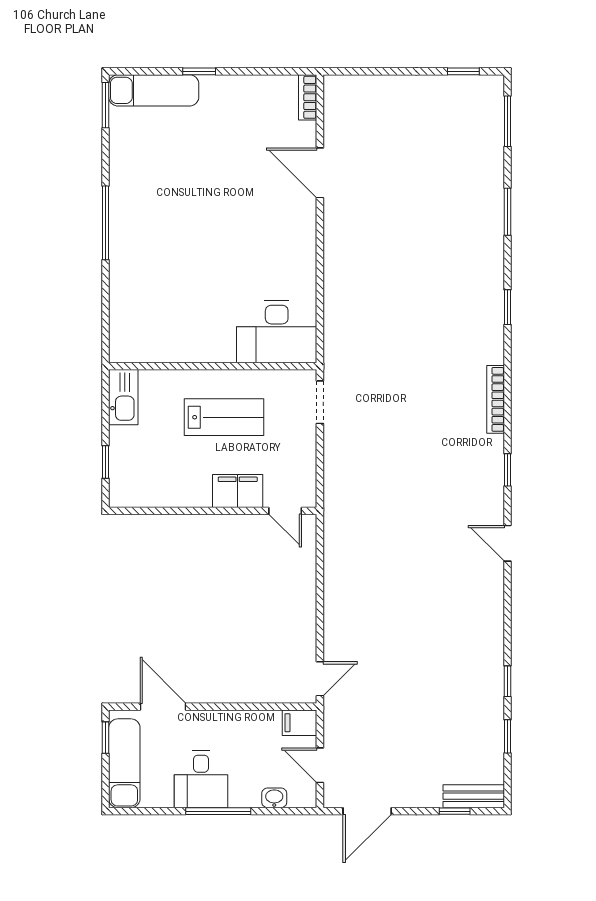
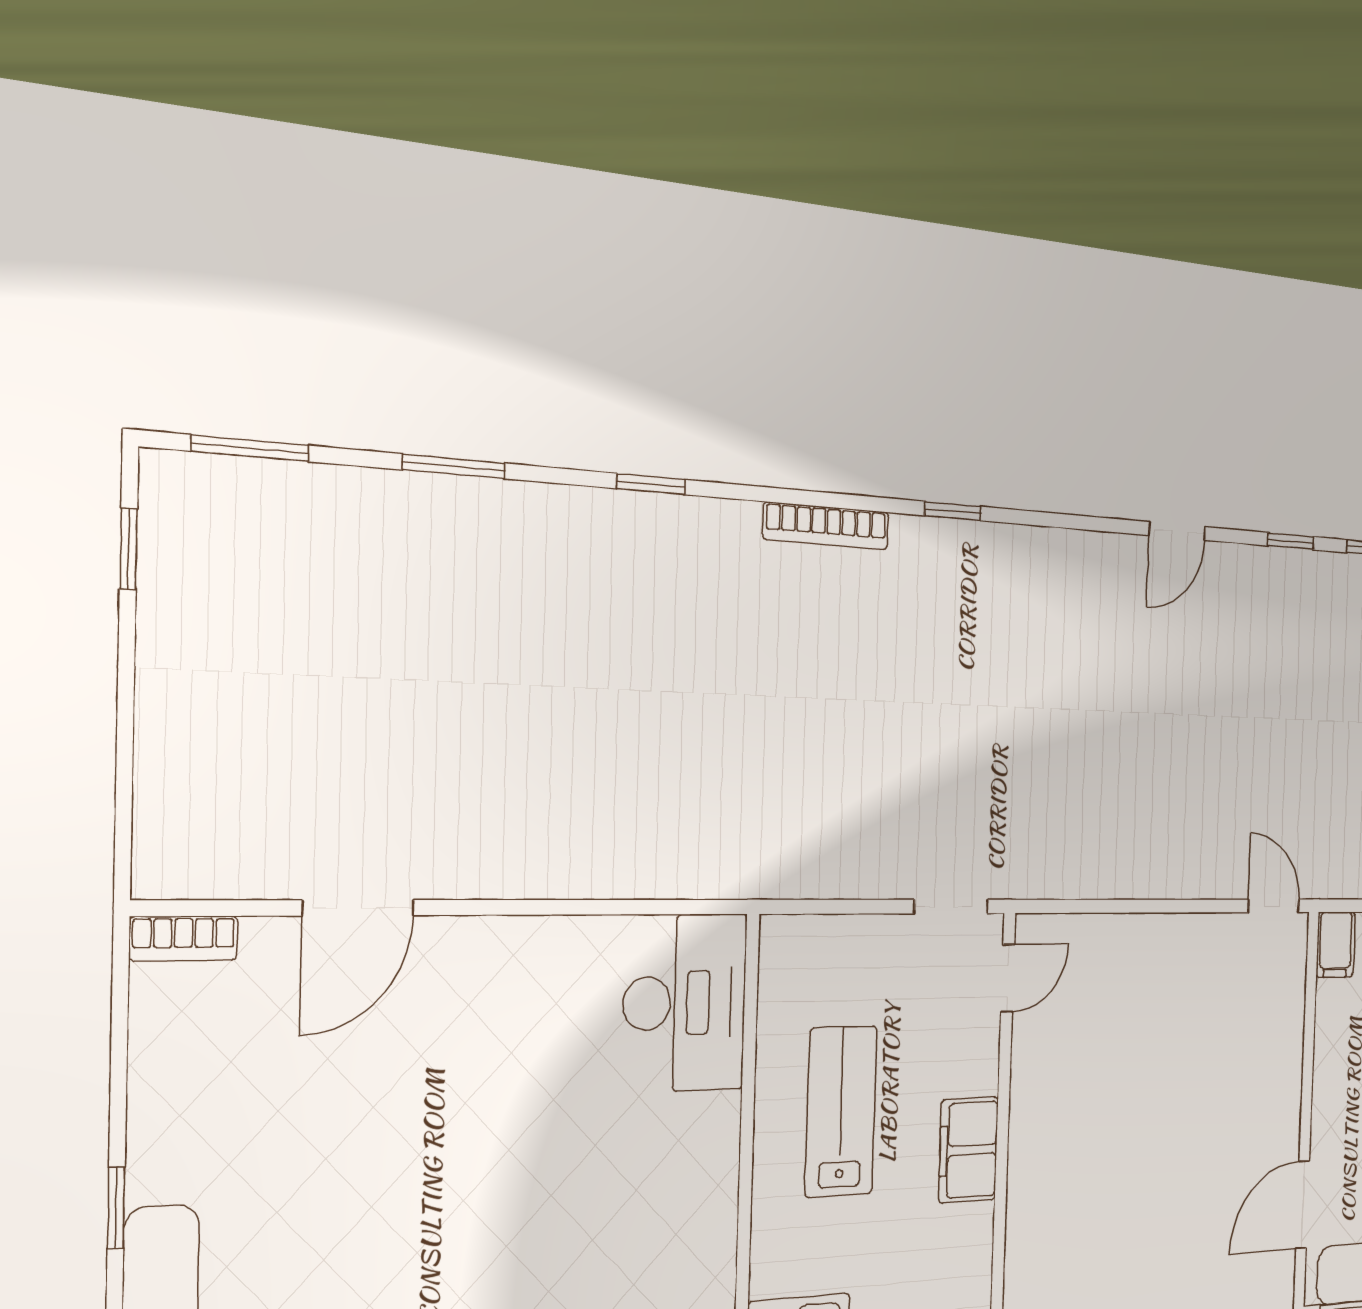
doorway: (320, 402) -> (951, 907), moved
filing cabinet: (238, 491) -> (969, 1150), moved
door: (508, 543) -> (1177, 531), moved

